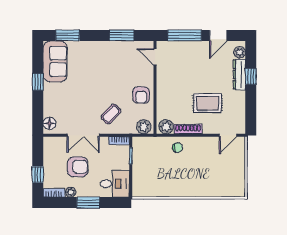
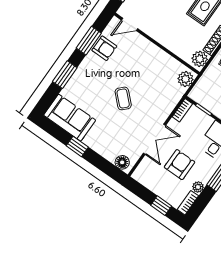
window: (68, 35) -> (65, 75), moved
armchair: (141, 95) -> (104, 48), moved
coffee table: (111, 114) -> (123, 98), moved

